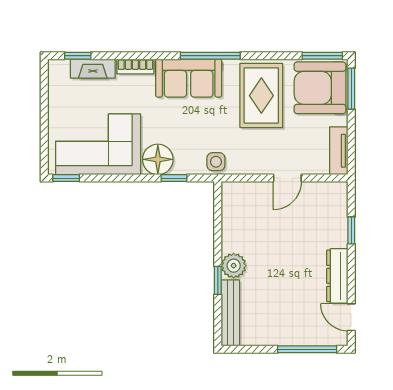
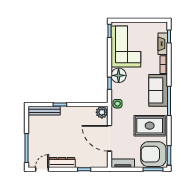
armchair: (320, 88) -> (153, 154), turned -90
door: (287, 178) -> (110, 138), width x1.87
plant: (234, 266) -> (102, 112), moved

